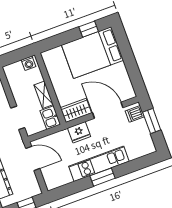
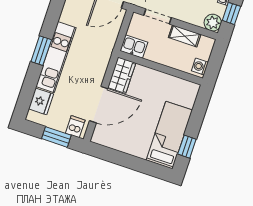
bed: (92, 53) -> (169, 135), width x0.67
shelving: (44, 95) -> (185, 36), moved
fridge: (79, 132) -> (41, 101), moved, turned 180

